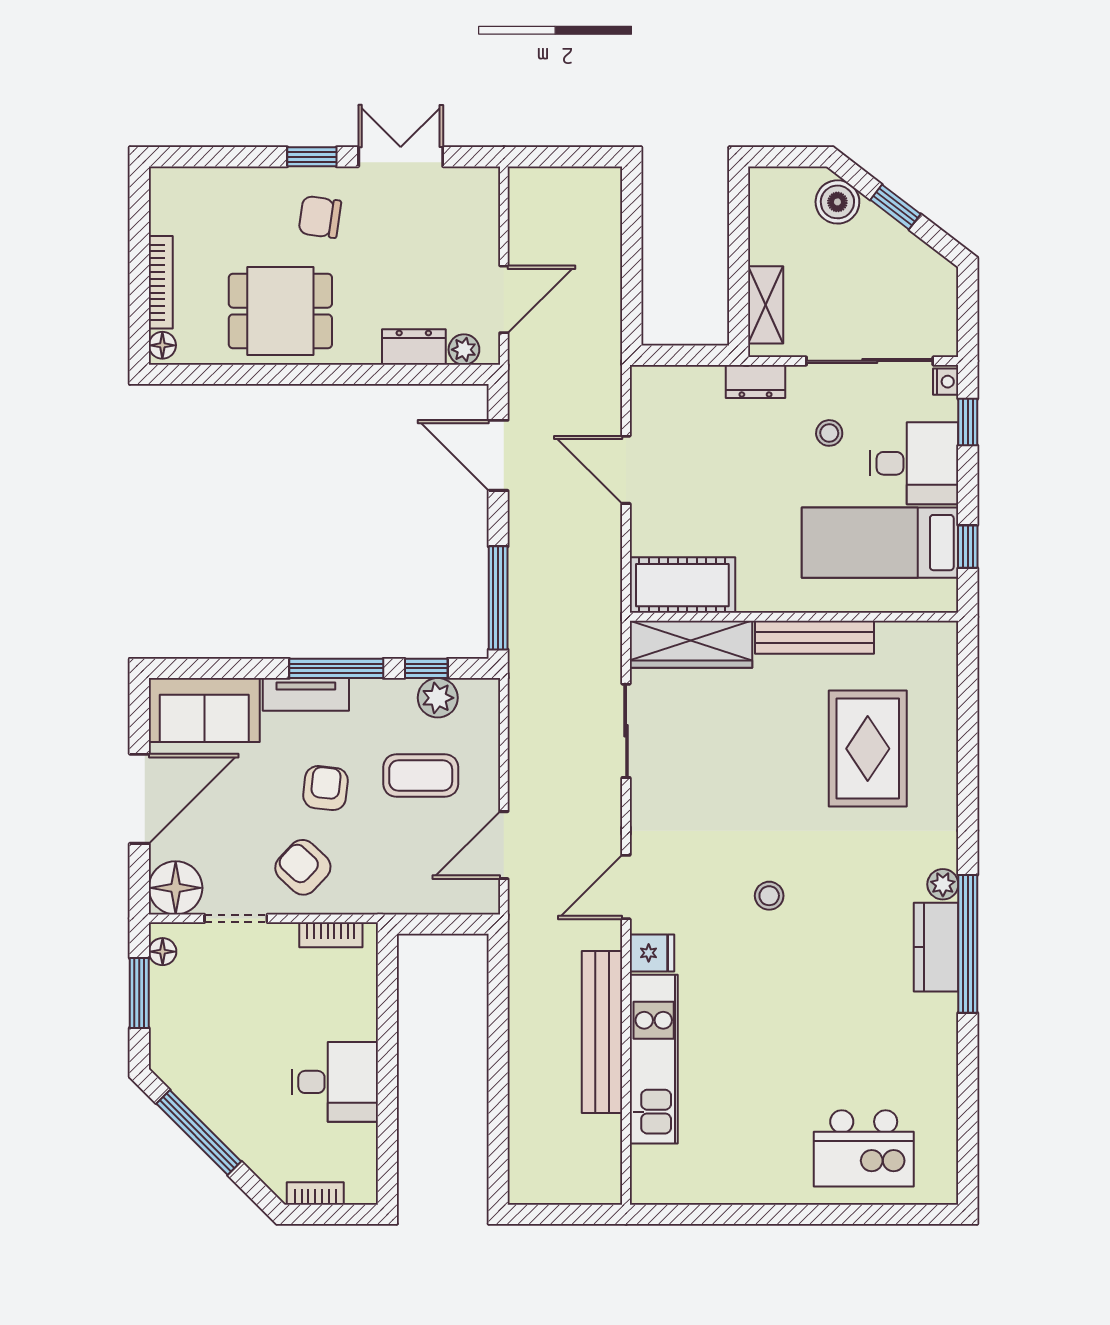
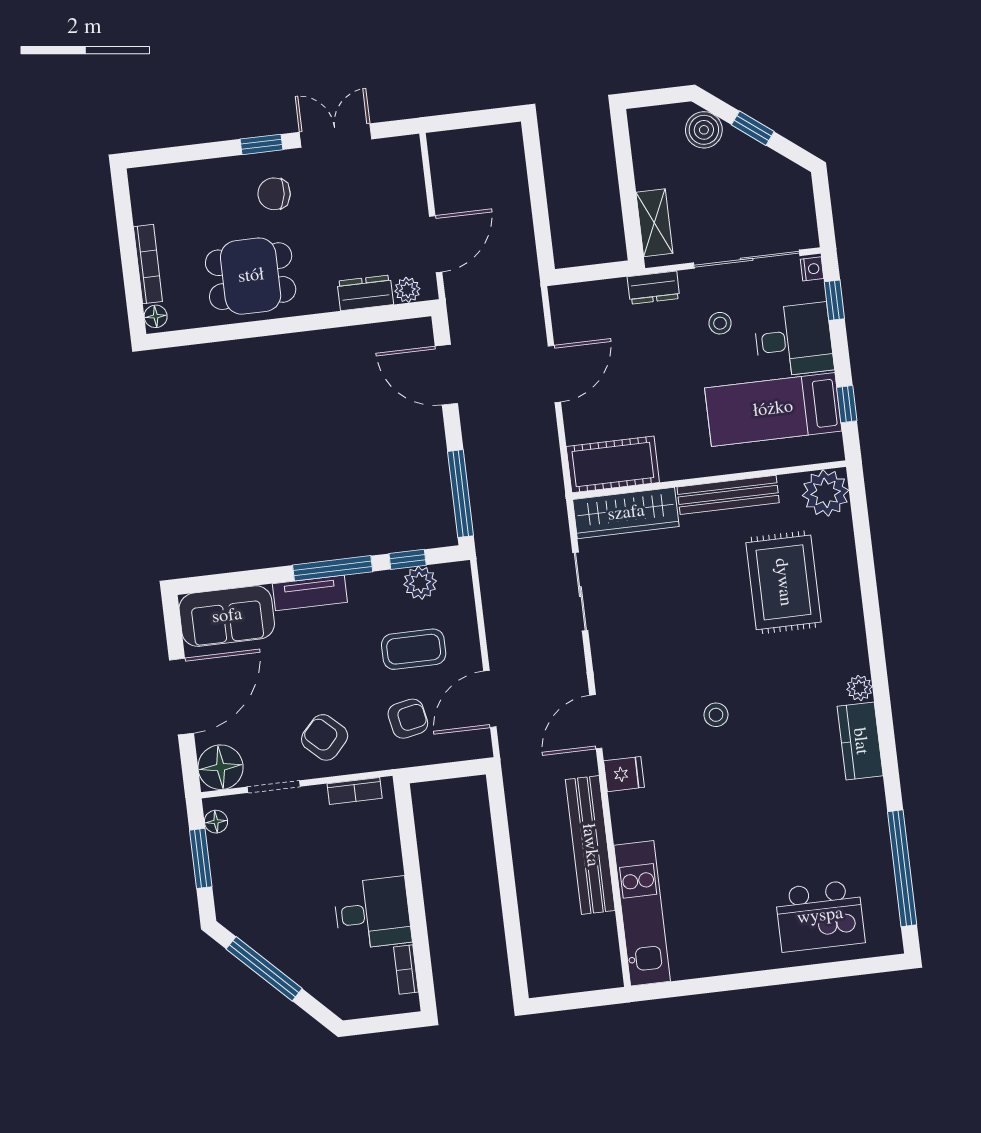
door: (626, 470) -> (554, 374), swing flipped
plant: (930, 649) -> (826, 493), added
armchair: (325, 788) -> (408, 719), moved, turned 73
window: (968, 944) -> (902, 868), moved
kitchen unit: (654, 1059) -> (642, 913), moved
bookcase: (315, 1193) -> (406, 970), moved, turned -90

